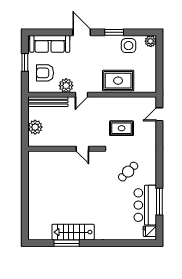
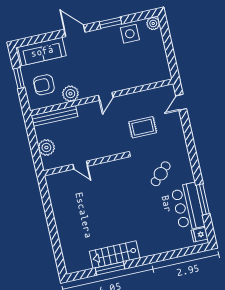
rug: (118, 81) -> (127, 75), removed
door: (81, 95) -> (106, 96), moved
door: (82, 149) -> (80, 165), moved

